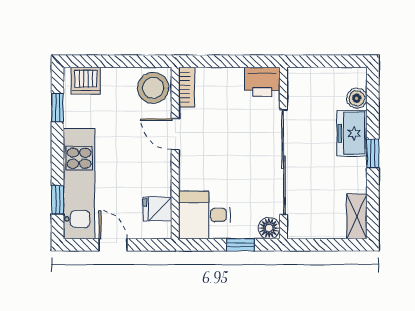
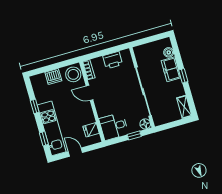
dishwasher: (86, 81) -> (53, 77), moved
printer: (262, 82) -> (113, 60), moved
window: (58, 108) -> (35, 106), moved

